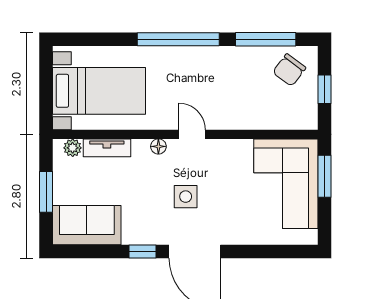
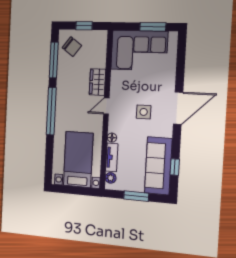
wardrobe: (231, 117) -> (97, 82), added
floor lamp: (158, 146) -> (112, 138), moved
window: (325, 176) -> (153, 27), moved
sofa: (87, 225) -> (158, 166), width x1.36
window: (143, 251) -> (175, 167), moved

